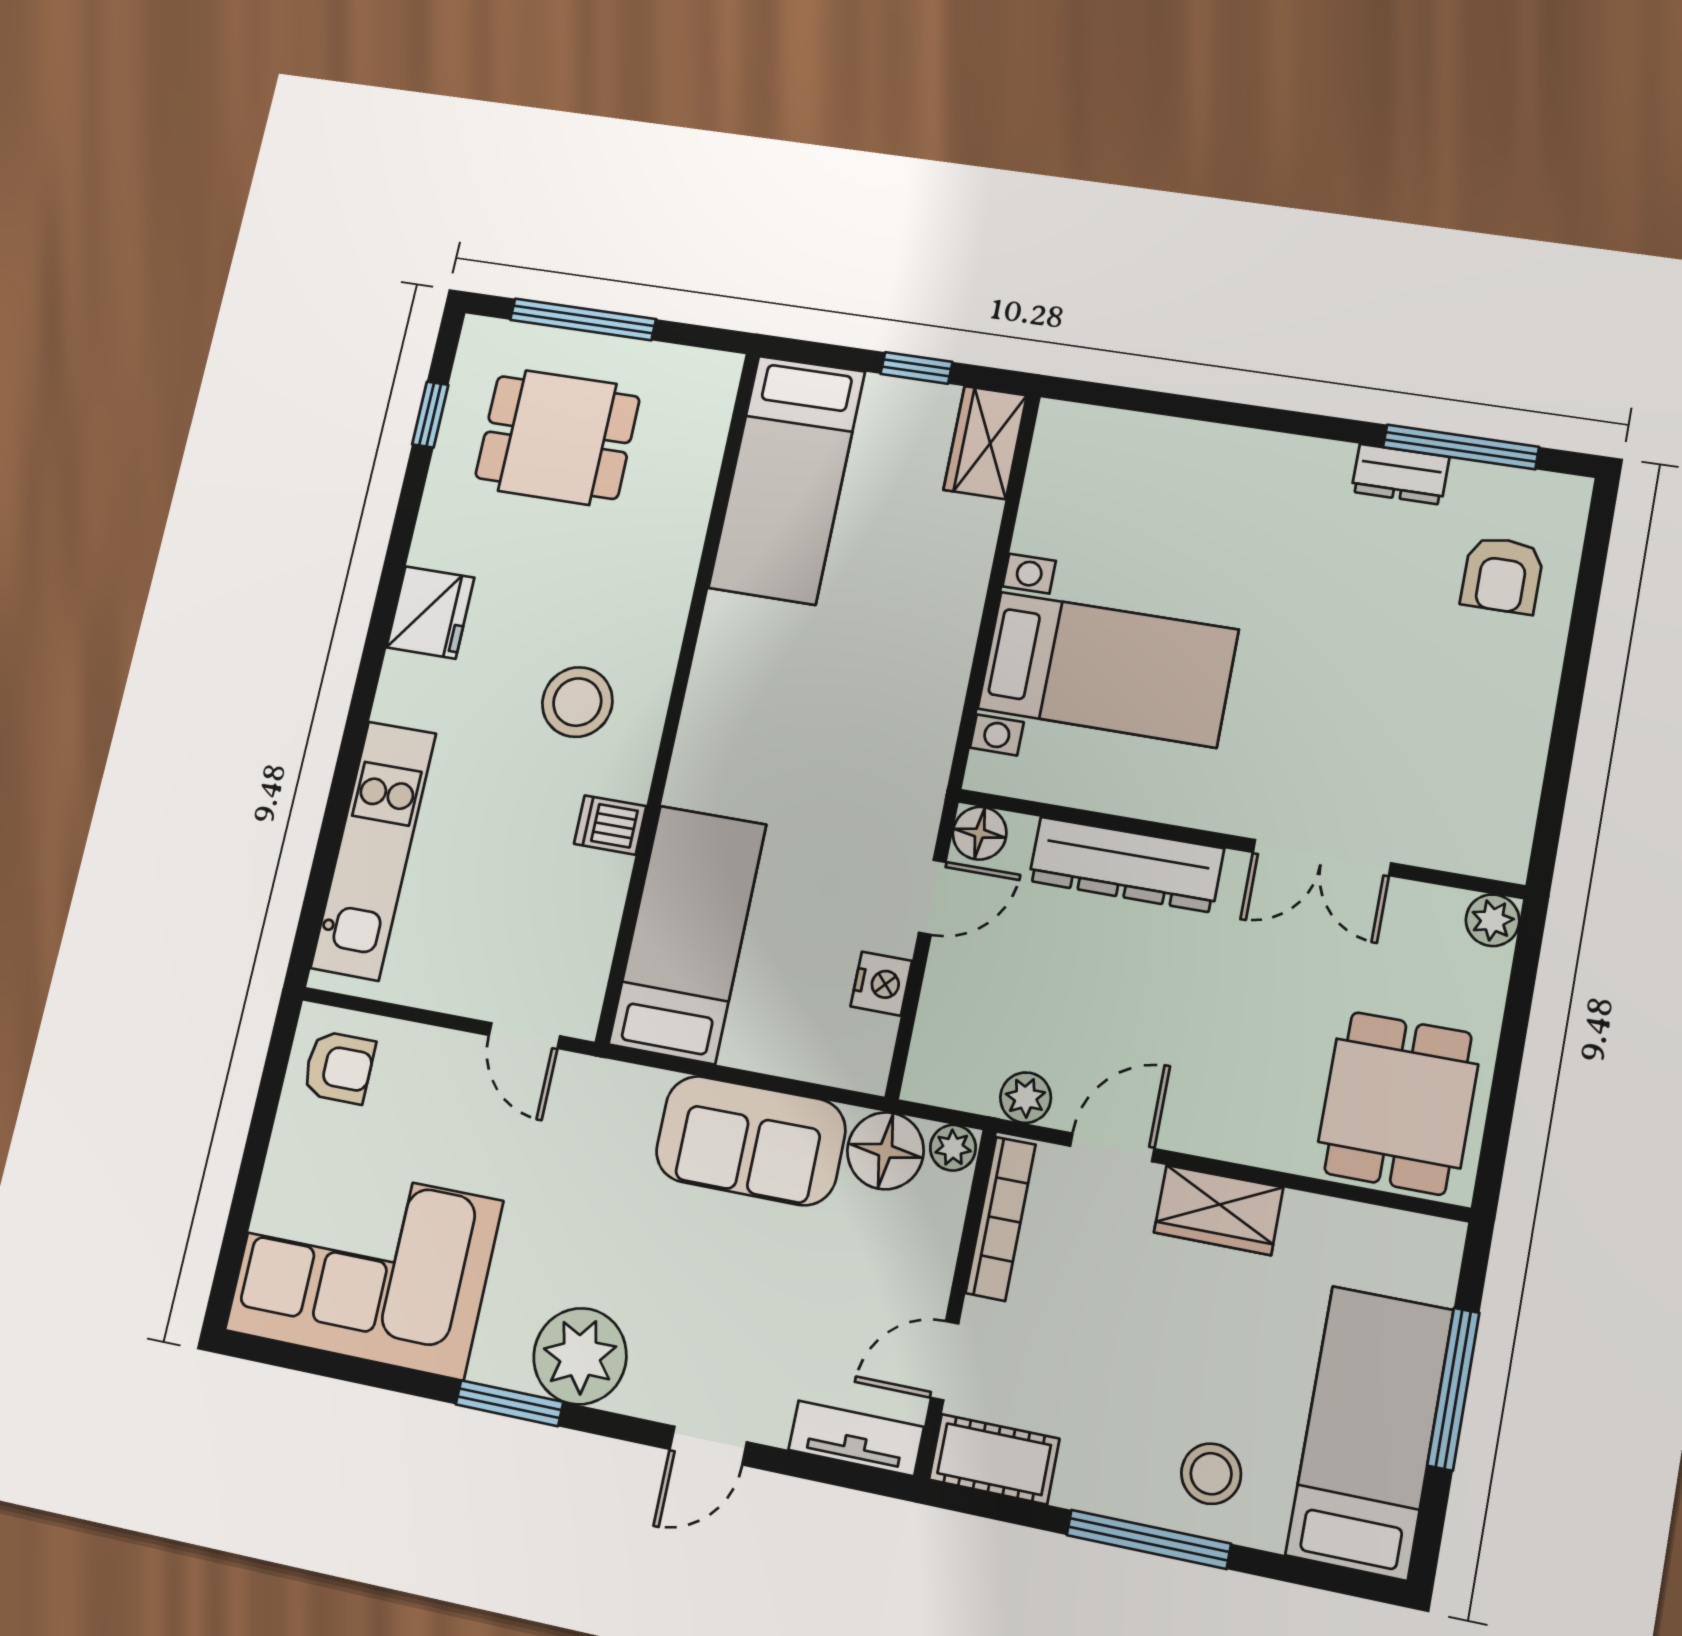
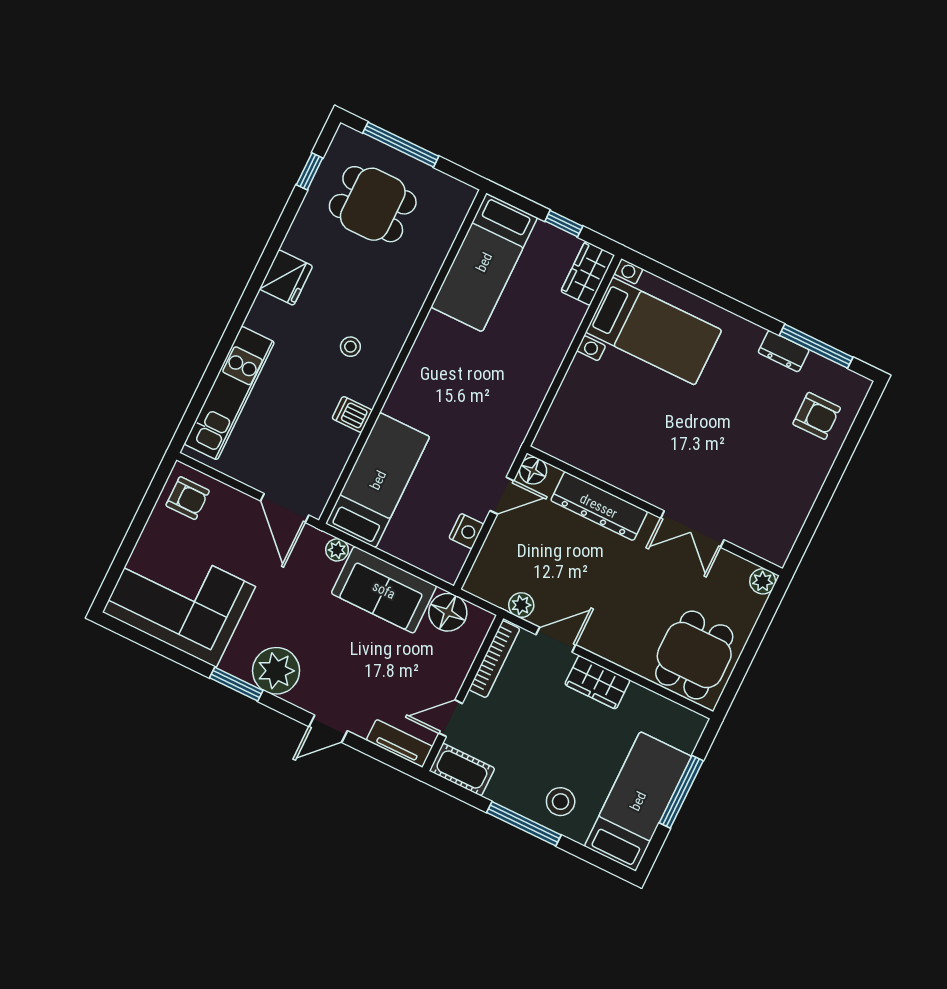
armchair: (1502, 575) -> (817, 416), turned -90
bed with nightstands: (1108, 669) -> (654, 331), moved
stool: (577, 702) -> (350, 347), width x0.53, depth x0.53
door: (524, 1036) -> (285, 508), width x1.38
plant: (953, 1148) -> (337, 550), moved

